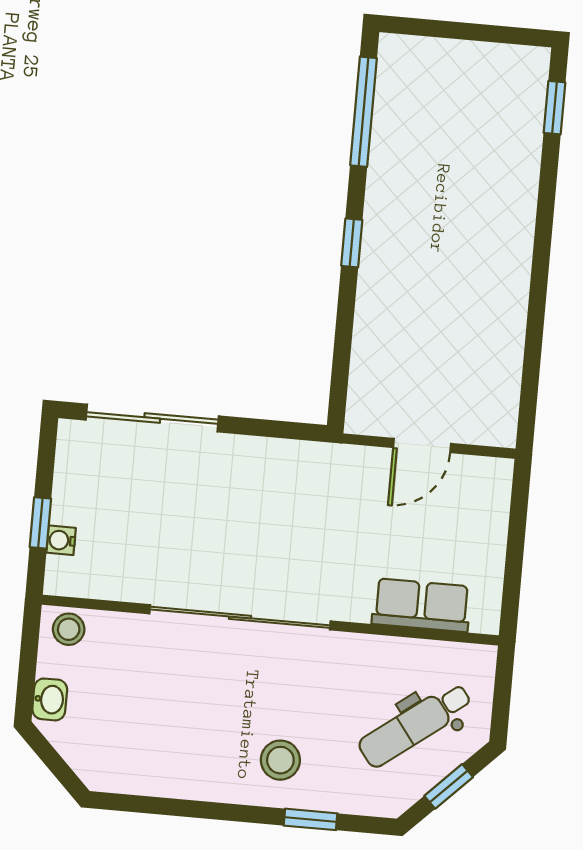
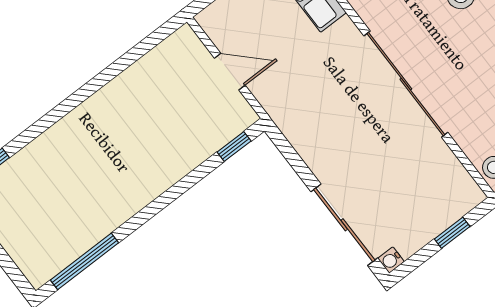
window: (352, 243) -> (234, 147), moved
water cooler: (61, 540) -> (391, 260), moved, turned 90

